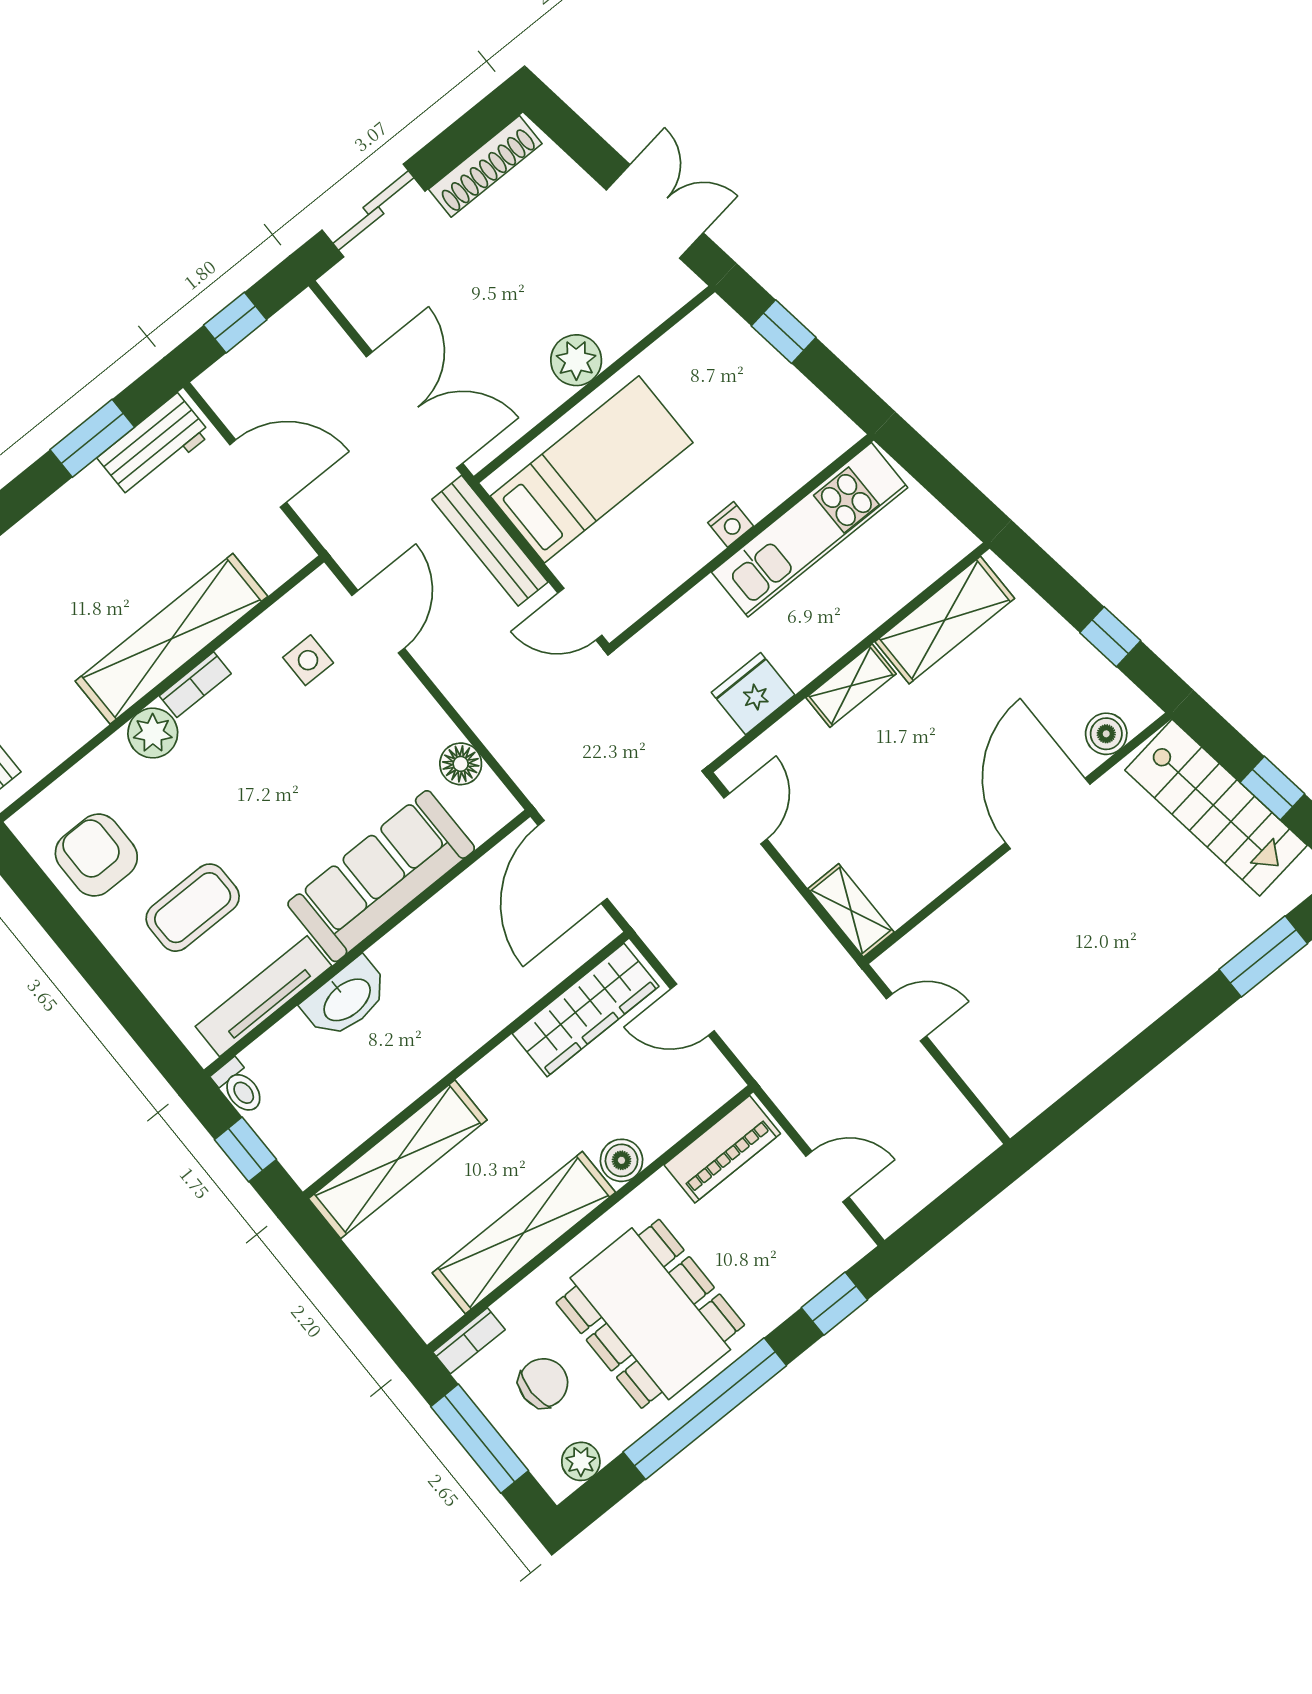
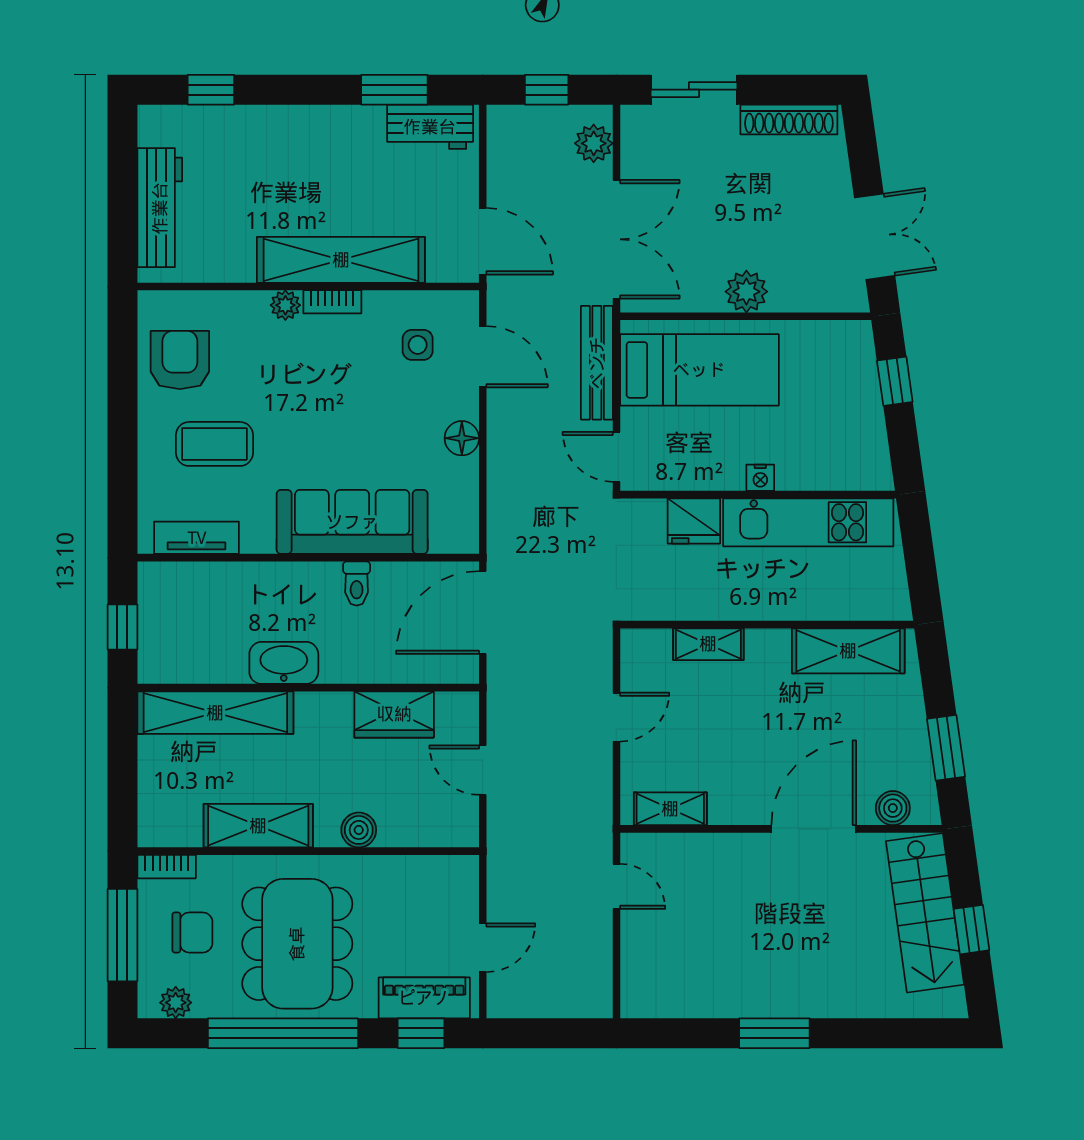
plant: (320, 337) -> (594, 143), added
door: (258, 473) -> (483, 241), moved
door: (378, 622) -> (483, 357), hinge flipped
window: (1110, 637) -> (946, 748), width x1.50
shelving: (851, 686) -> (708, 644), moved
fridge: (753, 694) -> (694, 521), moved, turned 180
plant: (153, 733) -> (285, 305), width x0.73, depth x0.73
floor lamp: (461, 764) -> (462, 438), moved
door: (745, 819) -> (616, 717), moved
shelving: (851, 910) -> (670, 809), moved, turned 90
window: (1263, 956) -> (774, 1033), moved
tv unit: (263, 996) -> (197, 538), width x0.71
washbasin: (346, 999) -> (284, 663), moved, turned 180
wardrobe: (586, 1010) -> (394, 714), width x0.67
toilet: (239, 1087) -> (357, 583), moved
piano: (722, 1149) -> (424, 998), moved, turned 180
door: (827, 1177) -> (483, 948), hinge flipped
shelving: (524, 1233) -> (258, 826), width x0.68

